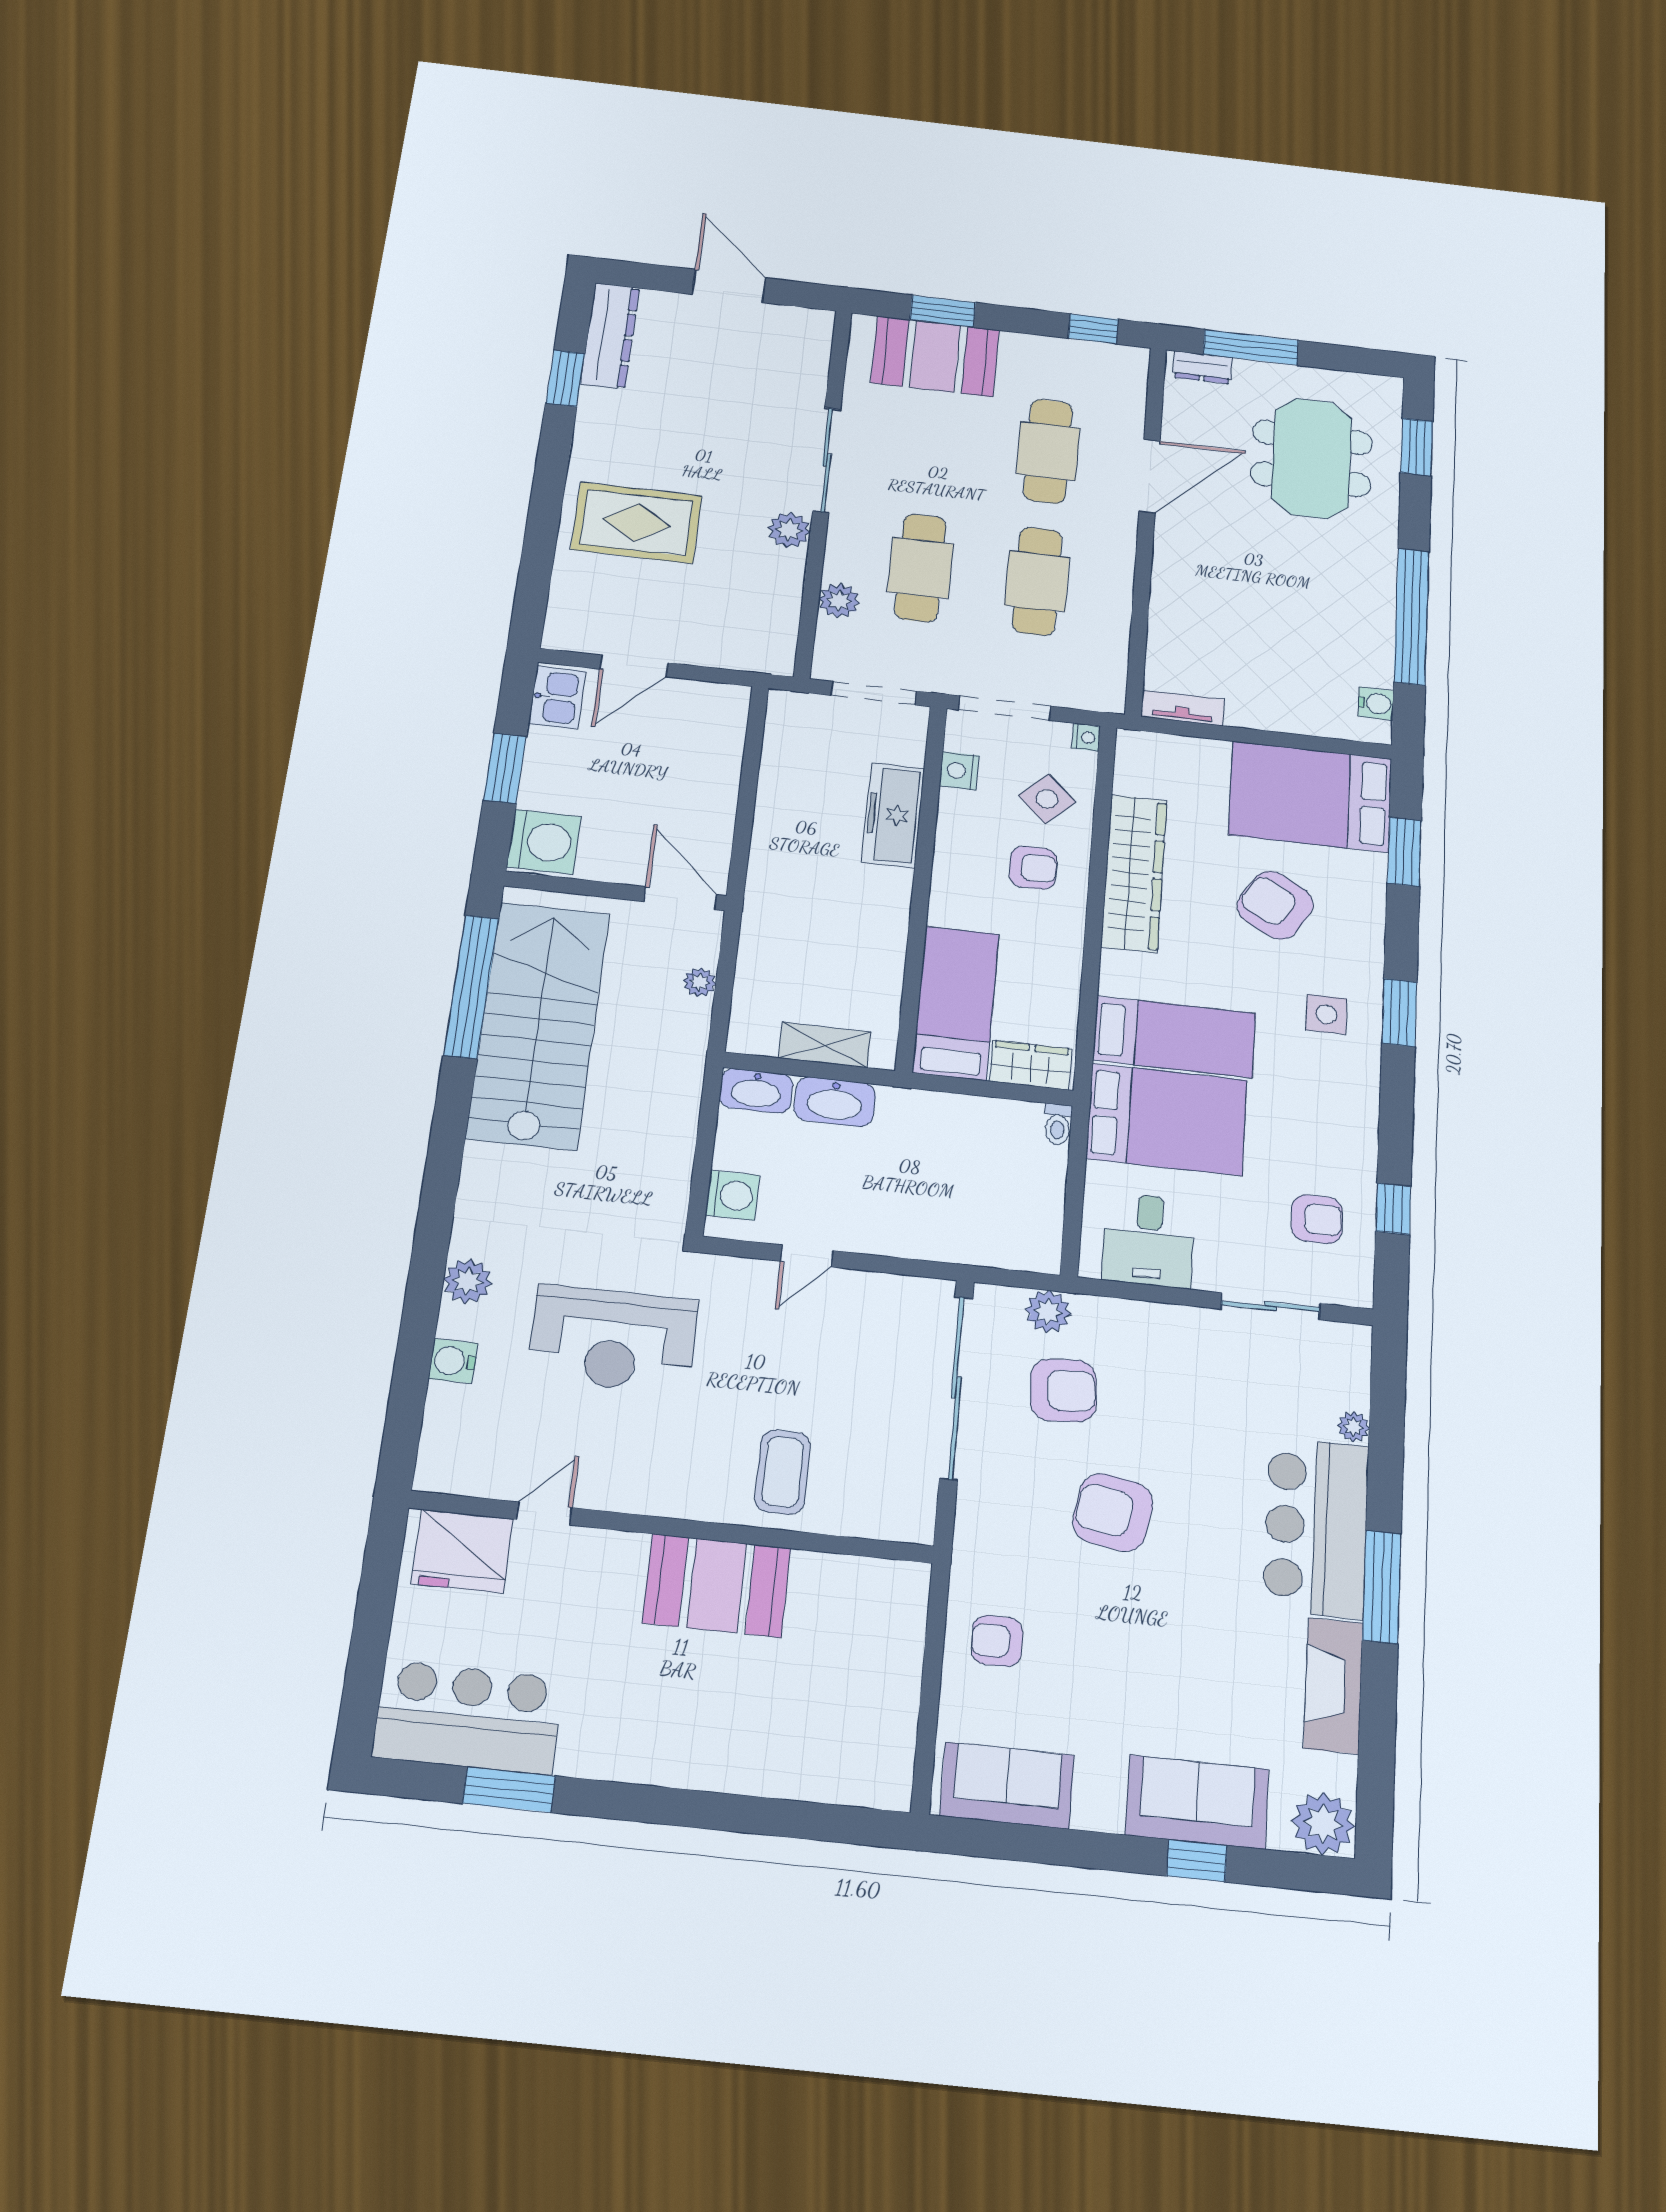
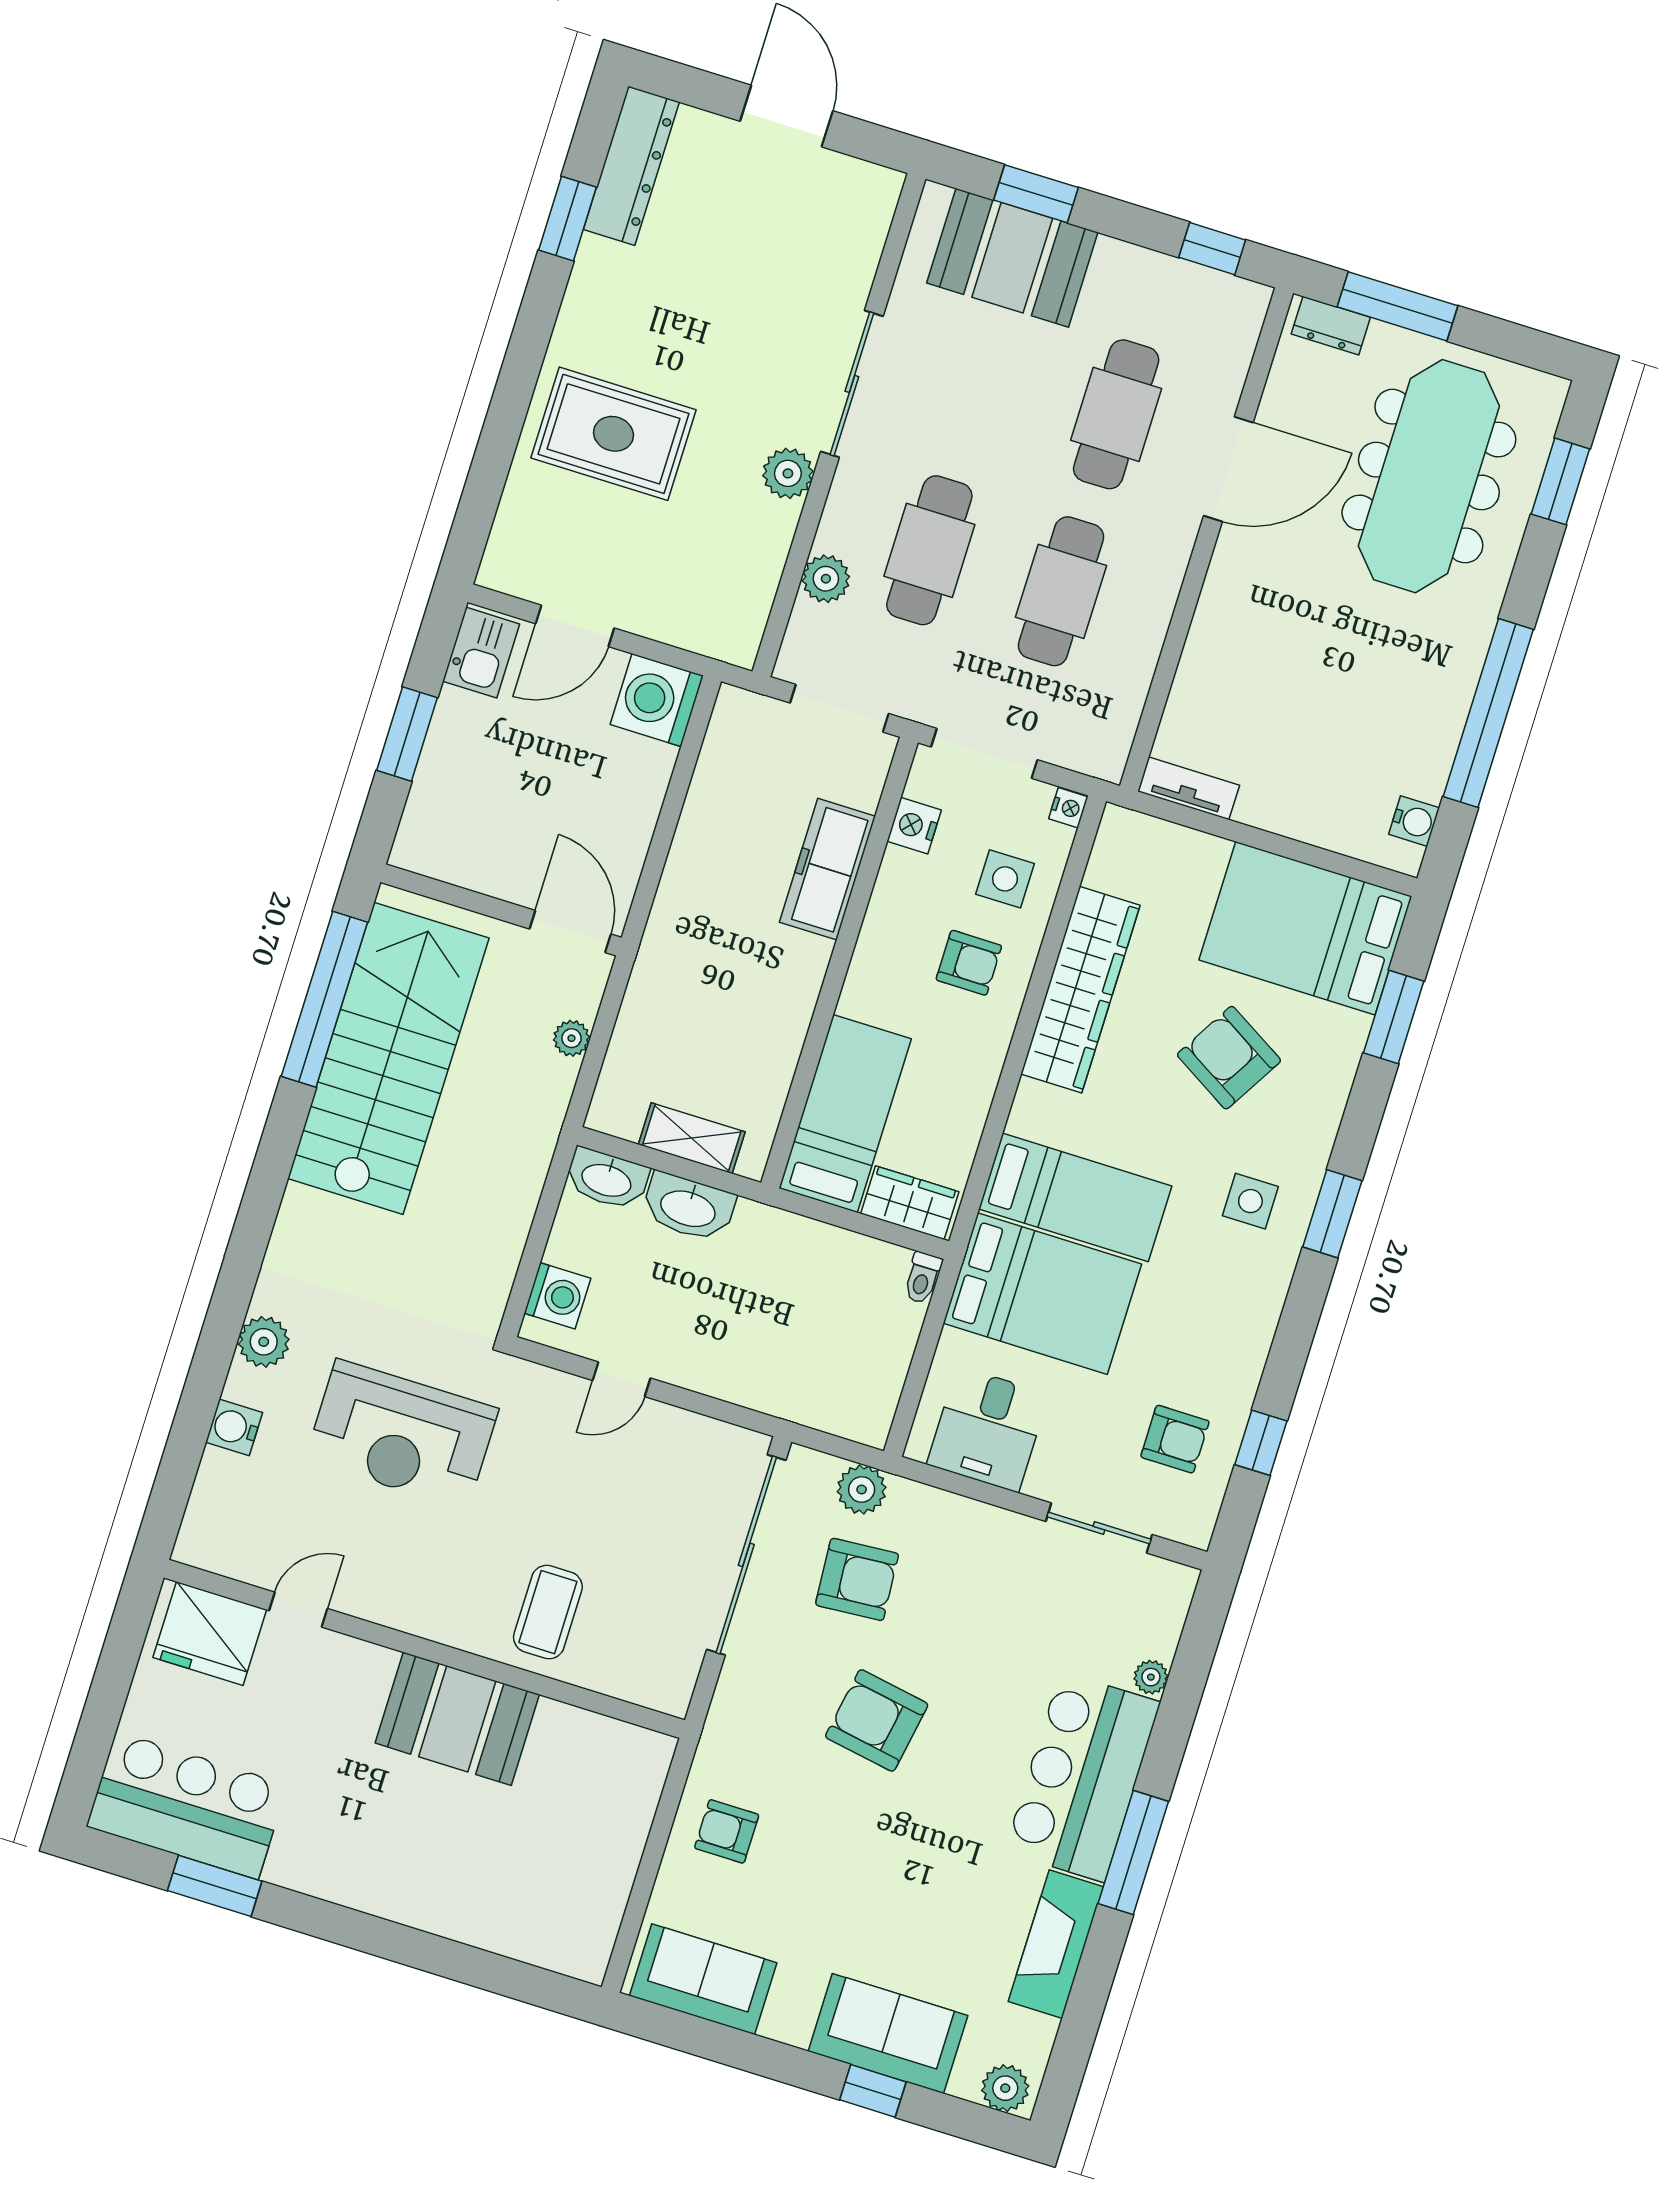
meeting table: (1312, 458) -> (1429, 476), width x1.36
side table: (1047, 799) -> (1005, 879), turned 45
washing machine: (544, 842) -> (657, 700), moved, turned 180
plant: (1323, 1824) -> (1005, 2088), width x0.73, depth x0.73

